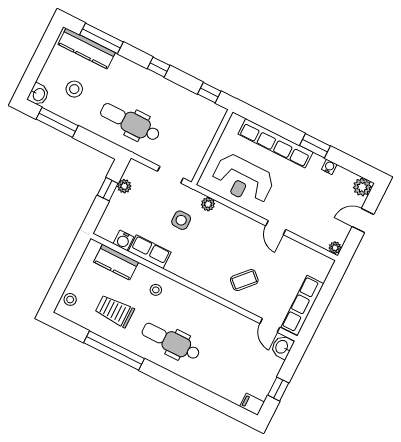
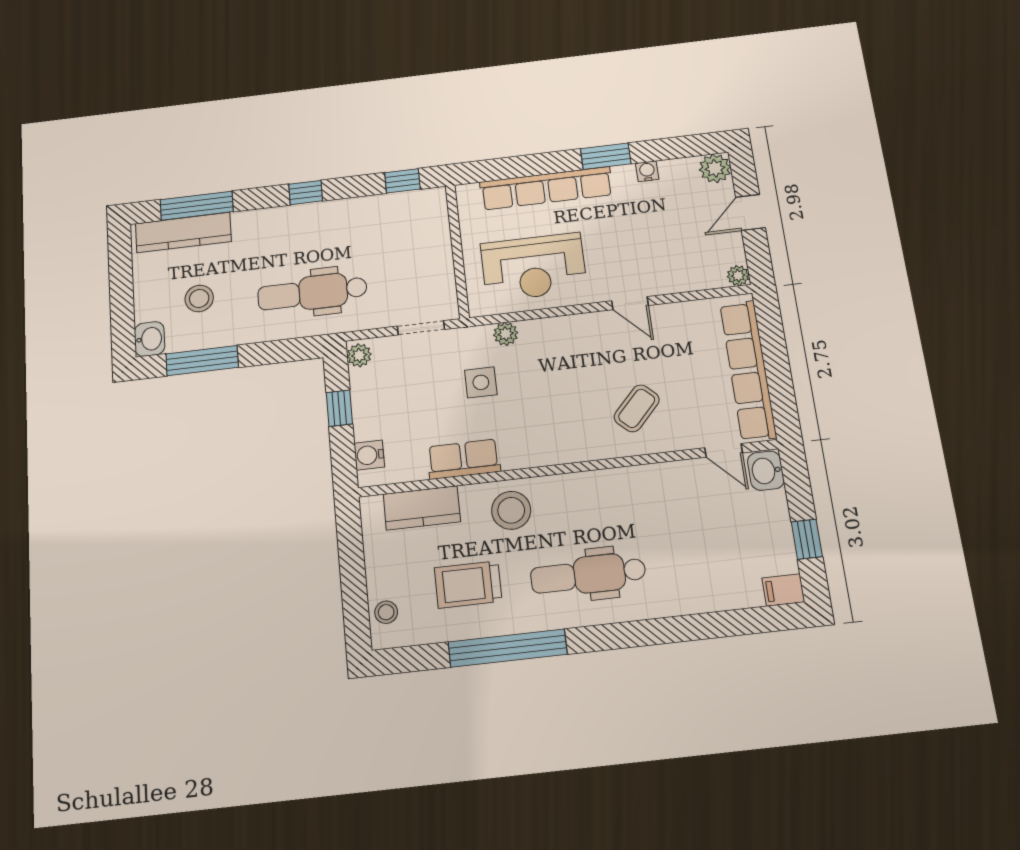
plant: (124, 186) -> (359, 355), moved
water cooler: (123, 240) -> (369, 455), moved, turned 90
stool: (156, 290) -> (511, 510), width x1.89, depth x1.89
row of seats: (302, 305) -> (748, 370), width x1.36

